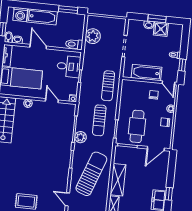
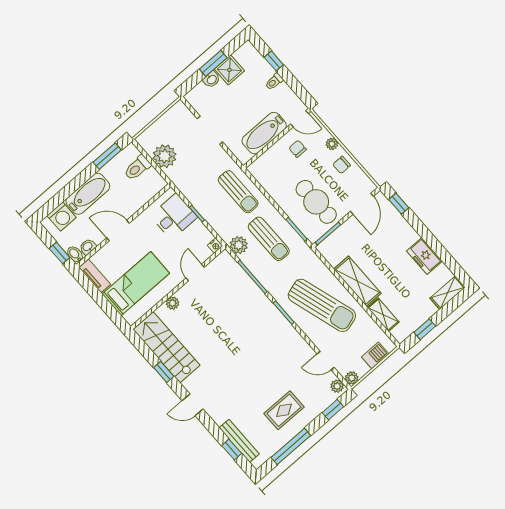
toilet: (74, 44) -> (137, 168), moved
window: (182, 65) -> (274, 61), moved
door: (52, 101) -> (195, 273), hinge flipped
plant: (81, 137) -> (239, 245), moved
sun lounger: (91, 174) -> (322, 305), turned 143
window: (169, 194) -> (399, 204), moved

